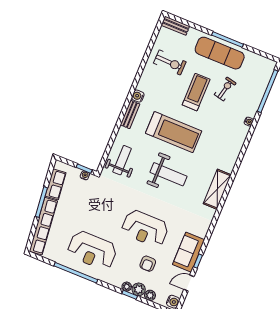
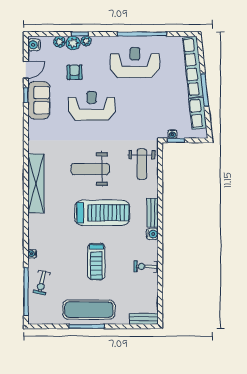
exercise bike: (170, 62) -> (145, 267), moved, width x0.73, depth x0.72
exercise bike: (225, 89) -> (42, 282), moved
treadmill: (174, 132) -> (102, 213), turned 180
shelving: (217, 189) -> (36, 183), width x1.47

